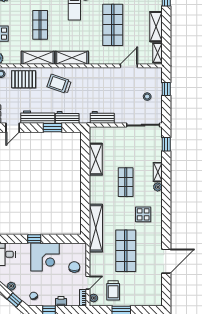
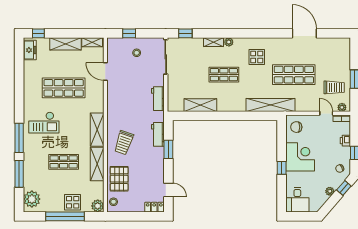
workbench: (38, 117) -> (158, 164), removed
chair: (74, 267) -> (296, 127), moved

